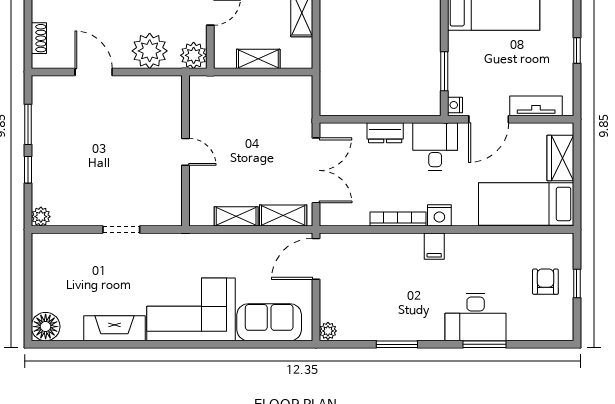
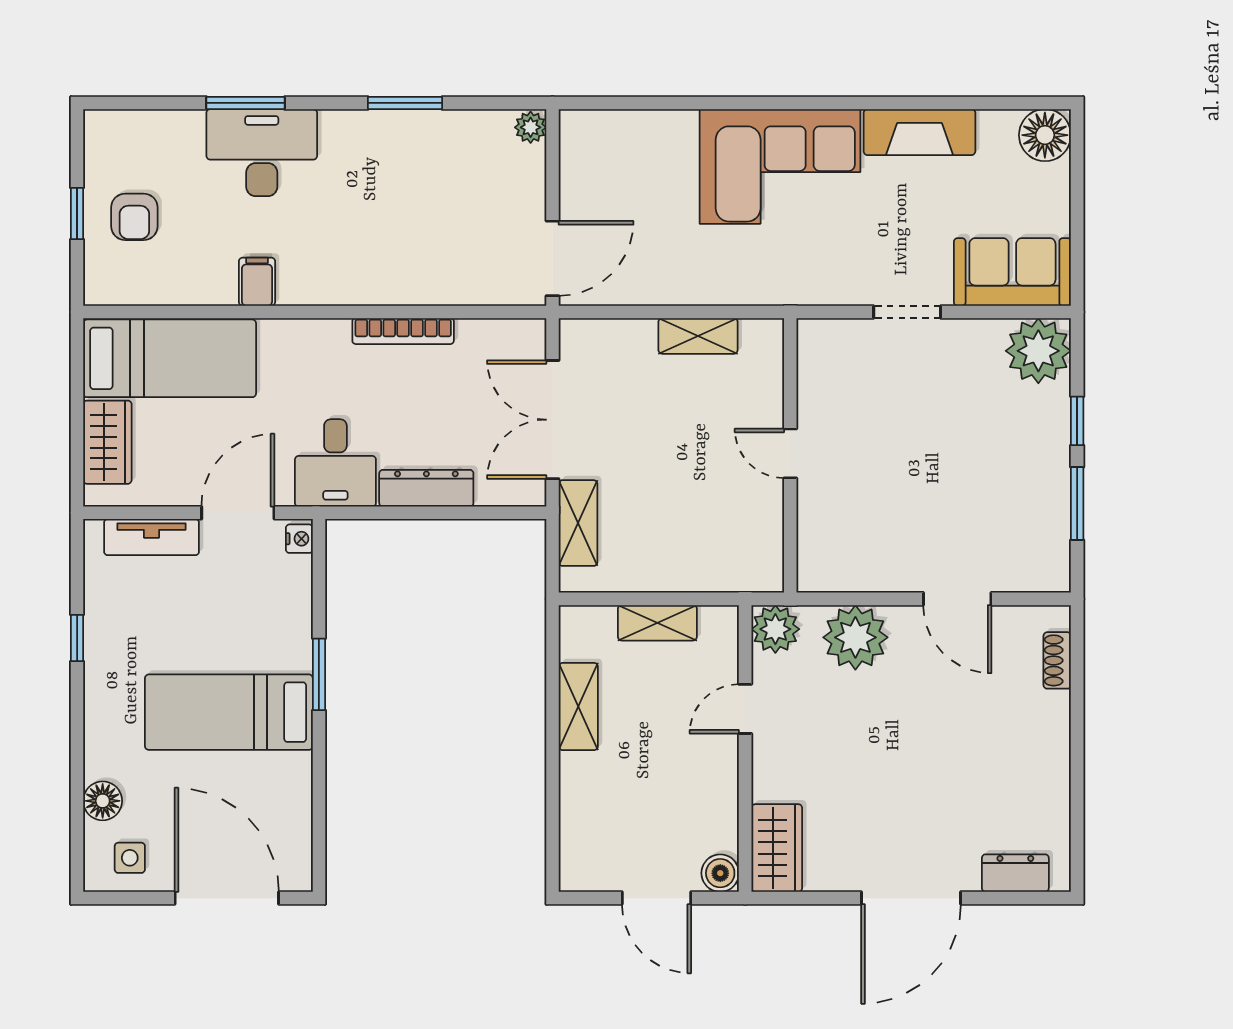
window: (444, 71) -> (319, 674), moved
dresser: (385, 133) -> (426, 488), width x1.44
shelving: (283, 215) -> (578, 523), moved, turned 90
nightstand: (439, 215) -> (328, 338), removed
plant: (41, 217) -> (1038, 351), width x1.88, depth x1.88
filing cabinet: (434, 246) -> (257, 282), moved
sofa: (269, 322) -> (1012, 272), moved, turned 180

